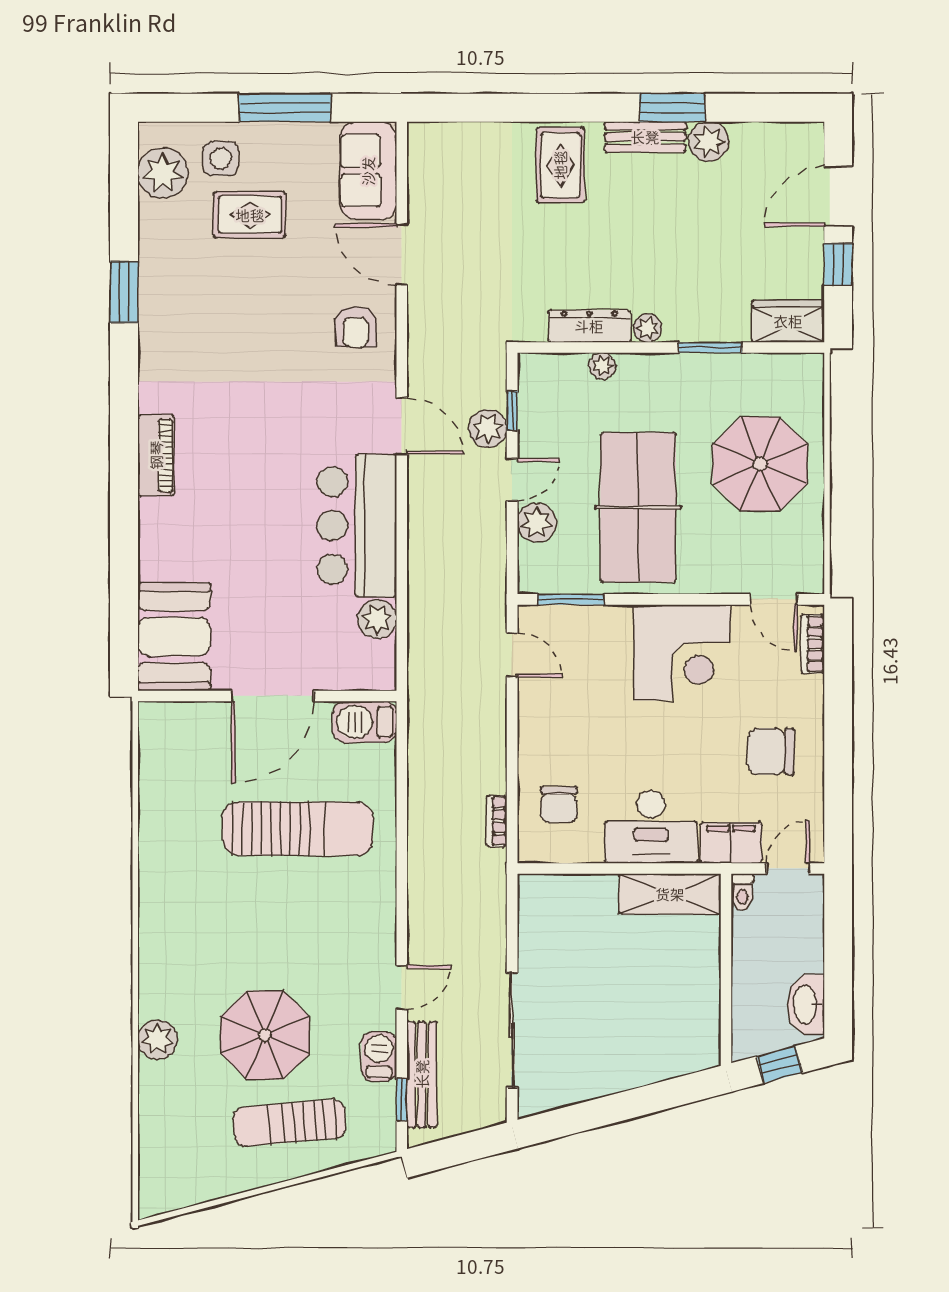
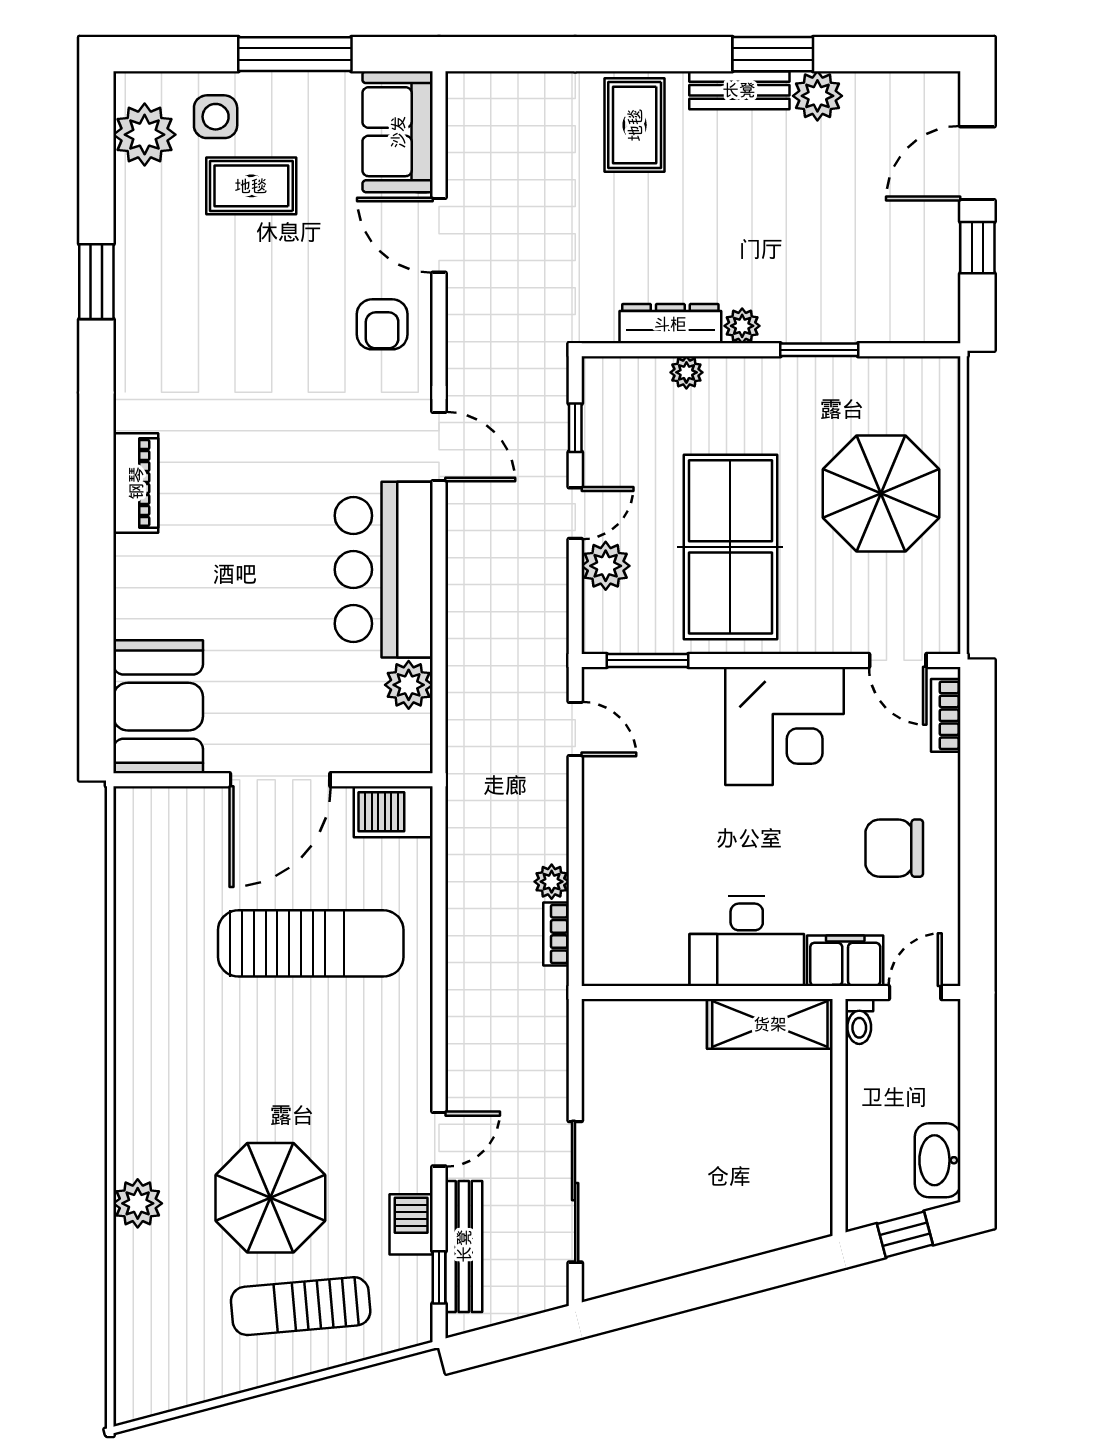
wardrobe: (788, 321) -> (916, 318), removed
plant: (488, 428) -> (552, 882), moved, width x0.73, depth x0.73
chair: (559, 805) -> (633, 914), removed

